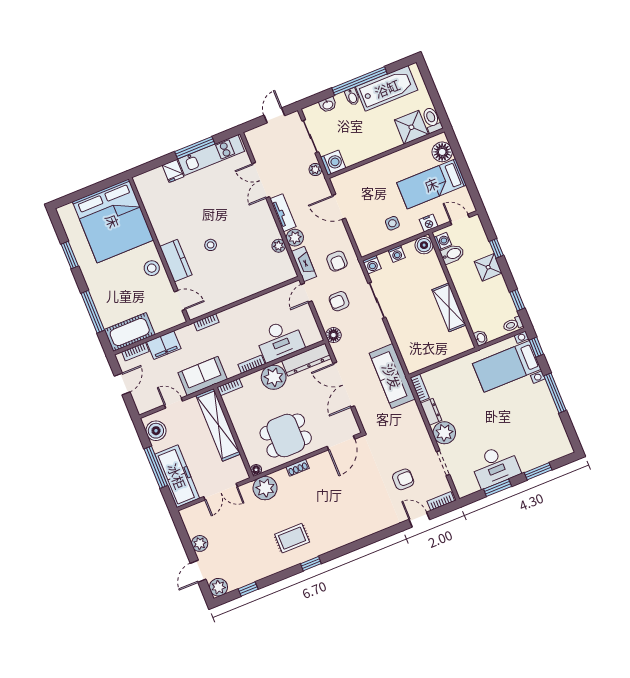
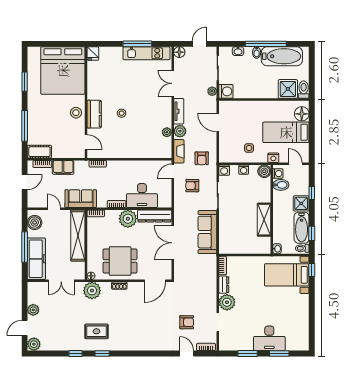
fridge: (173, 171) -> (93, 53), moved
bathtub: (501, 298) -> (302, 228), added
cot: (130, 332) -> (39, 152), width x0.73, depth x0.75
floor lamp: (333, 335) -> (179, 52), moved
sofa: (392, 376) -> (207, 232), moved
window: (555, 393) -> (312, 306), removed
desk: (495, 466) -> (269, 338), moved
window: (248, 589) -> (76, 353), moved

